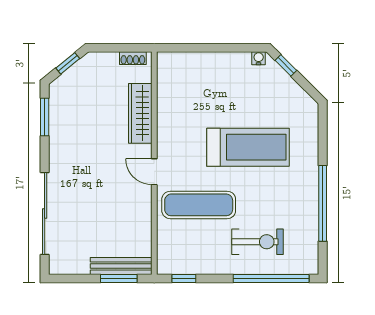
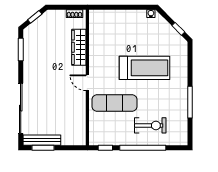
window: (286, 65) -> (178, 29), moved
window: (323, 203) -> (190, 102), width x0.68
bench: (121, 266) -> (42, 140), moved
window: (119, 279) -> (43, 148), moved
window: (271, 279) -> (143, 148), moved

